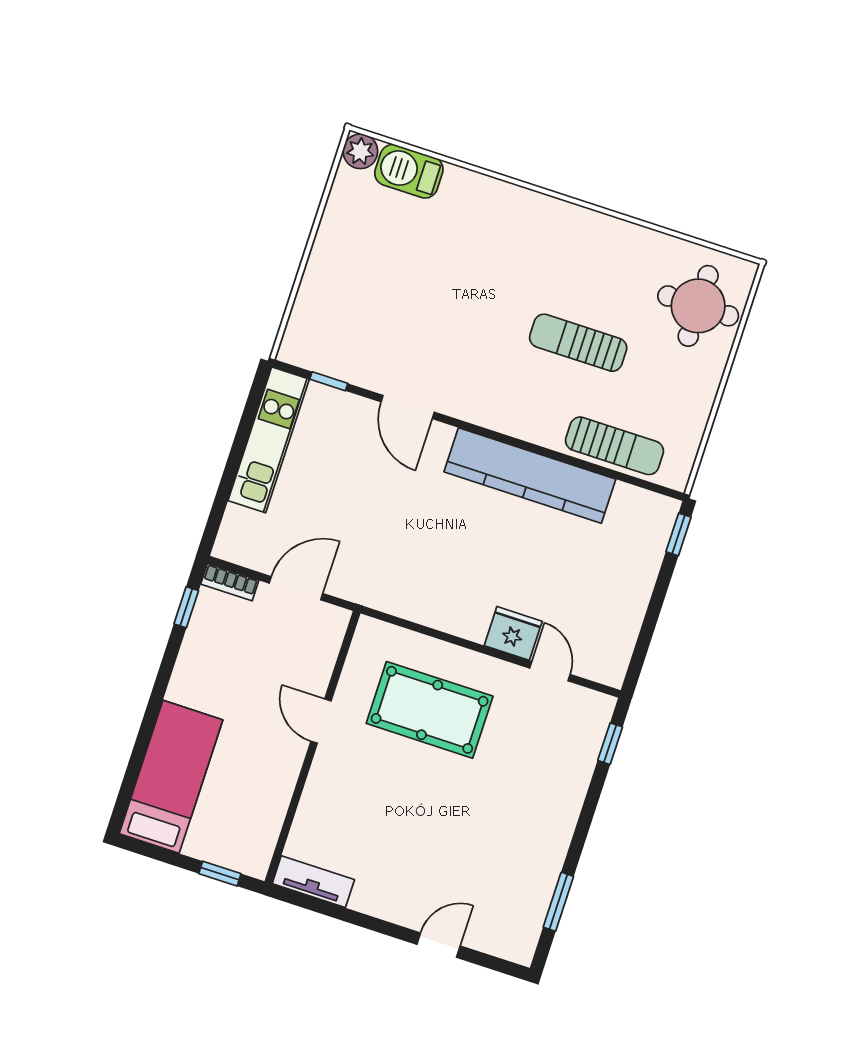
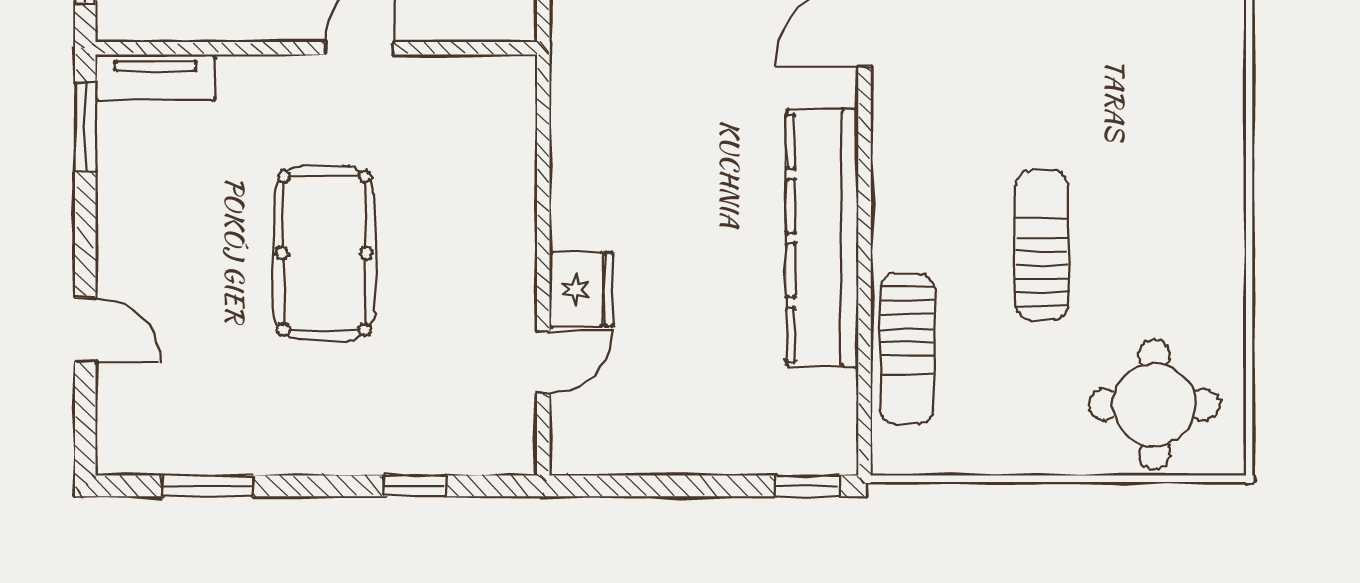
pool table: (430, 710) -> (324, 253), moved
window: (610, 744) -> (415, 486), moved
tv unit: (313, 882) -> (155, 77), moved, turned 90
window: (314, 905) -> (85, 127), added

